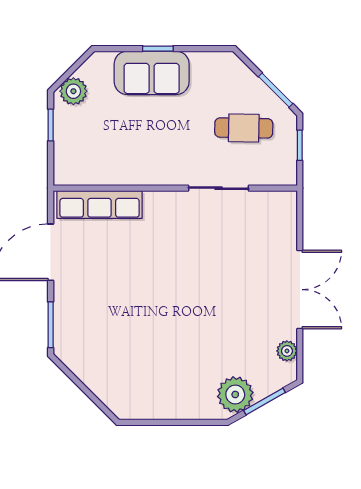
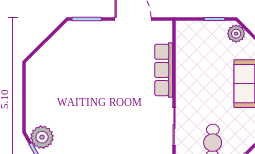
row of seats: (100, 205) -> (164, 70), moved

